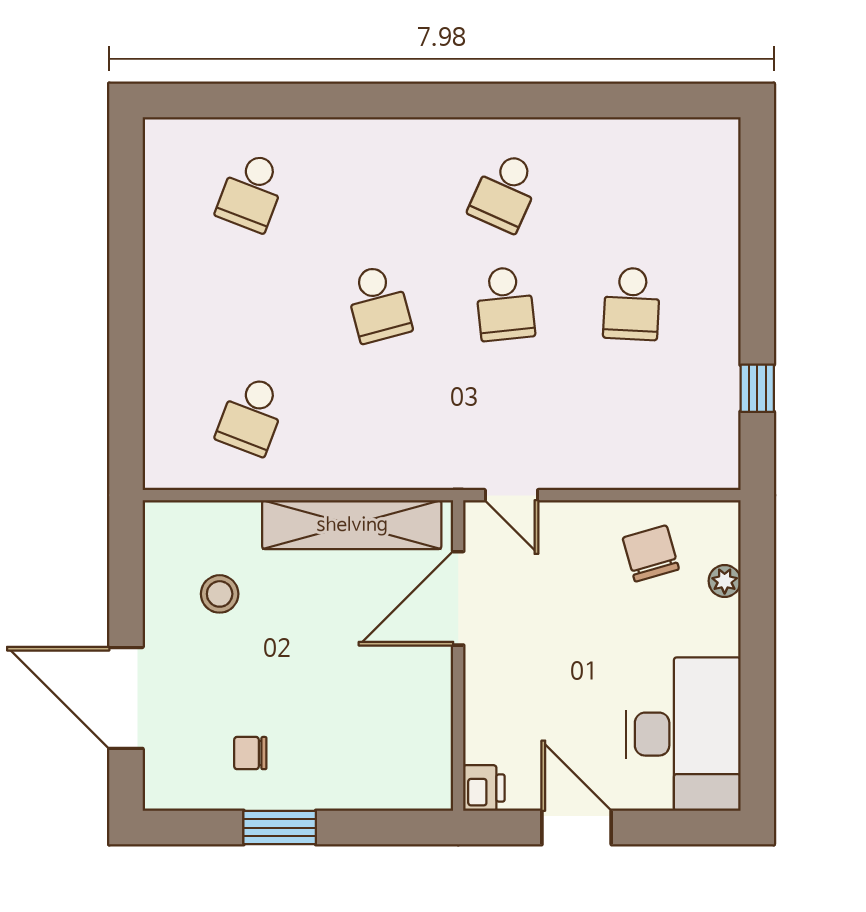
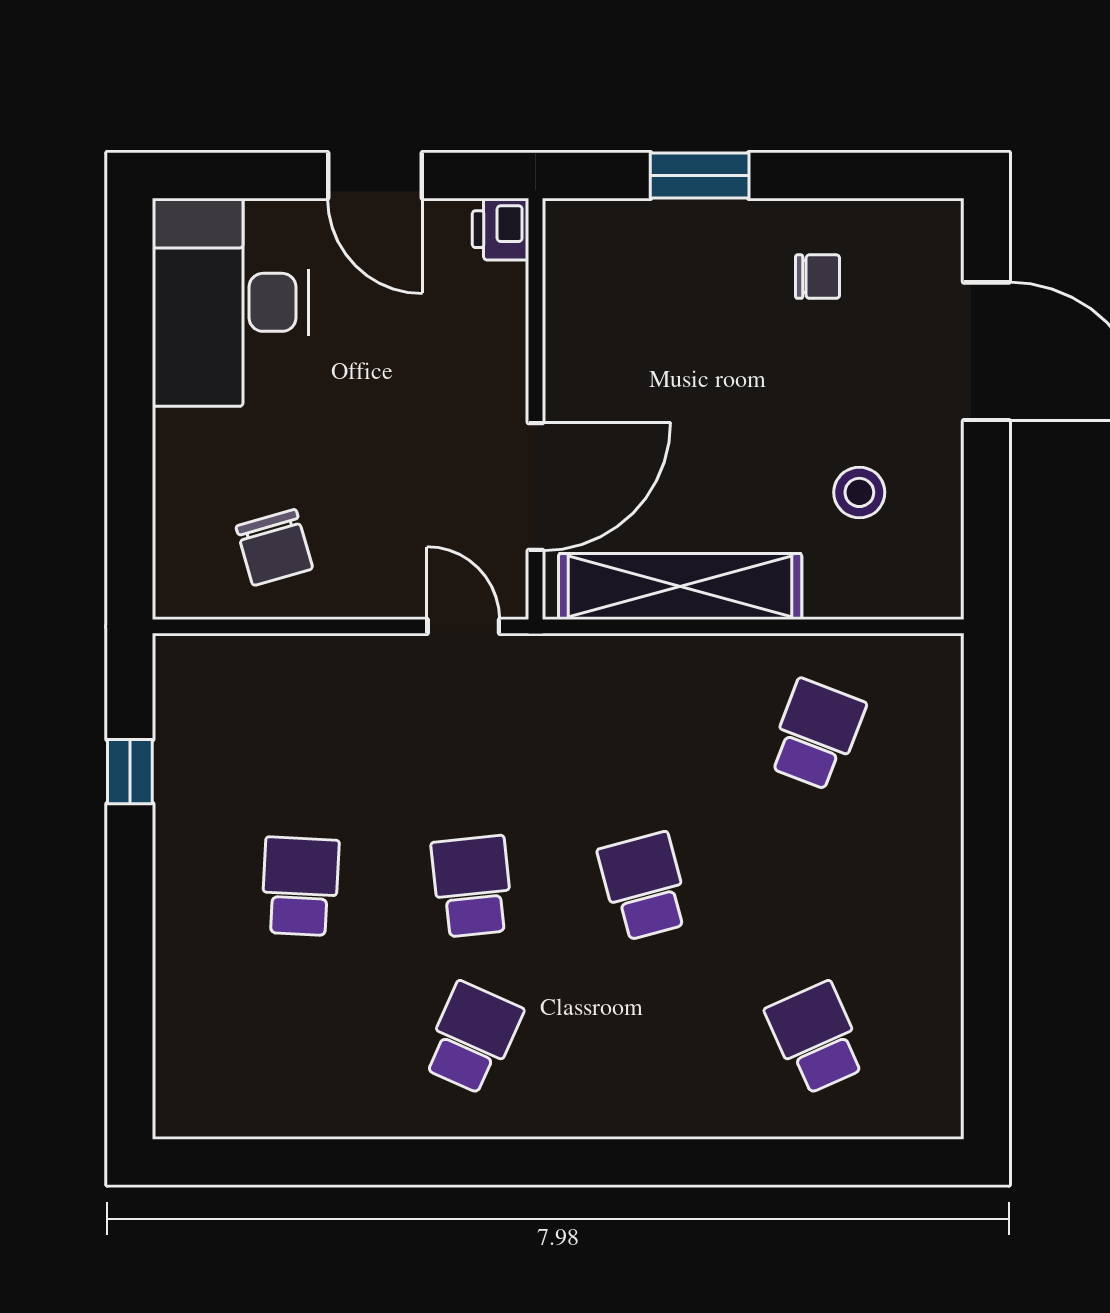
school desk: (251, 192) -> (816, 1038), turned -45
plant: (725, 581) -> (174, 510), removed
window: (280, 828) -> (700, 176), moved

